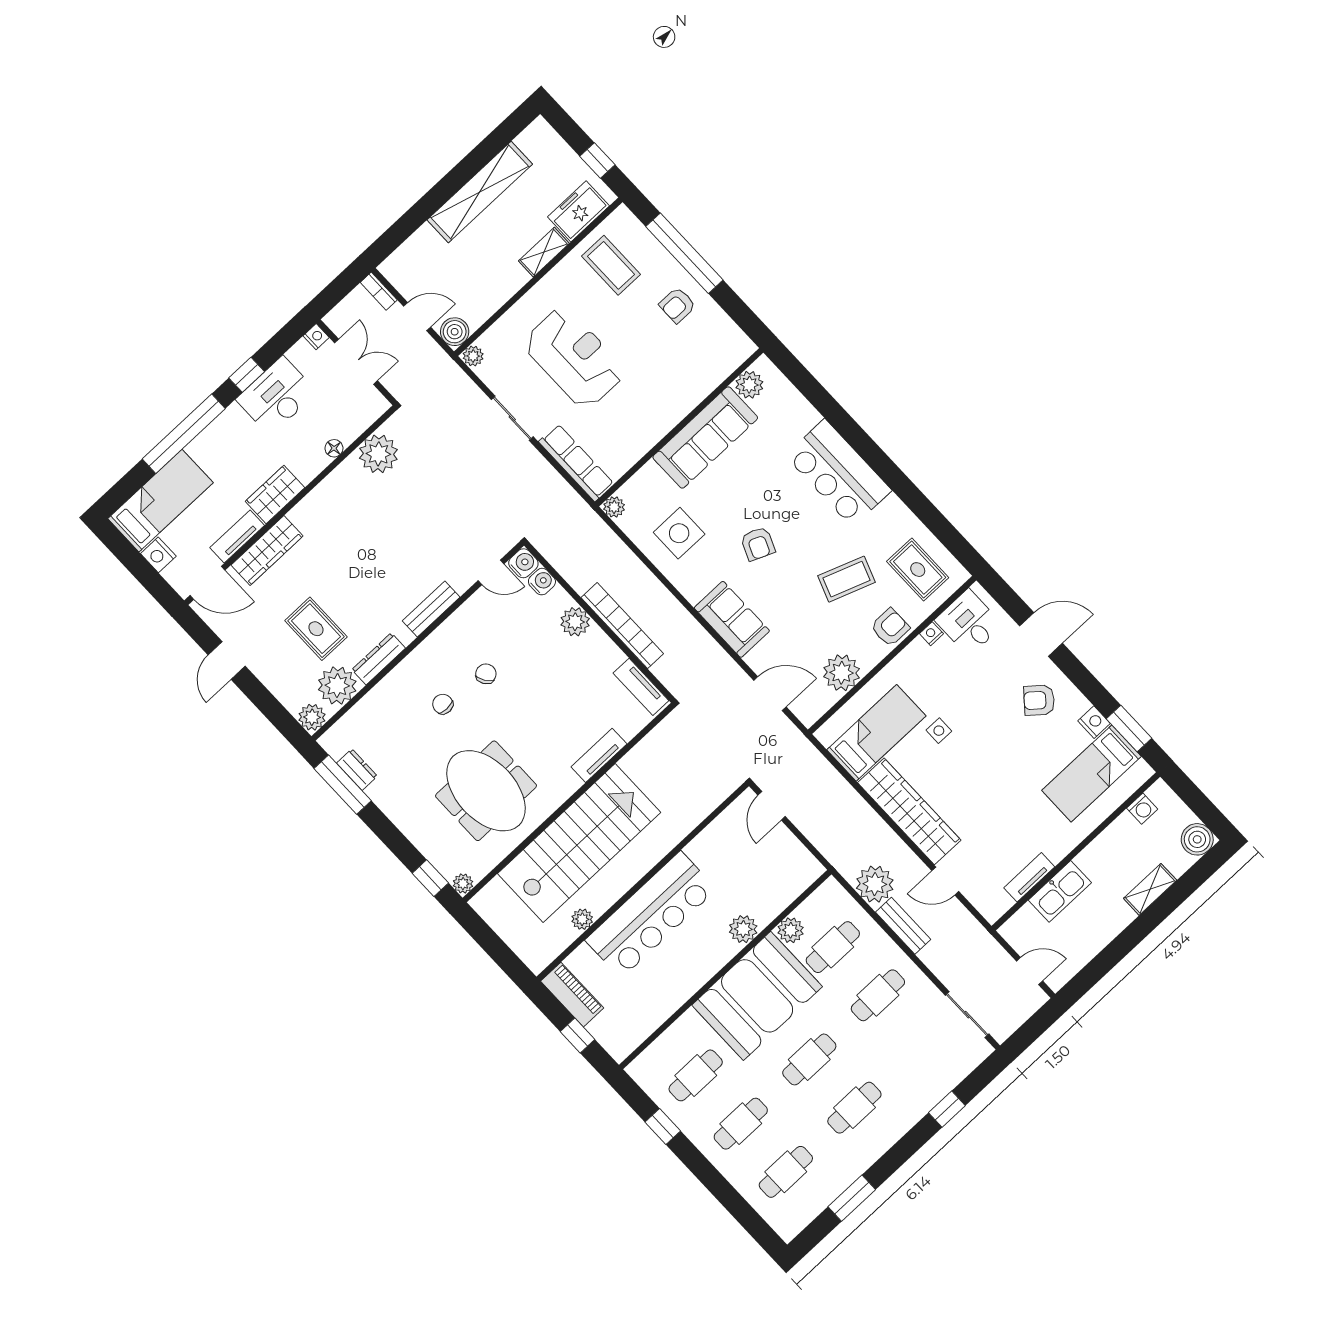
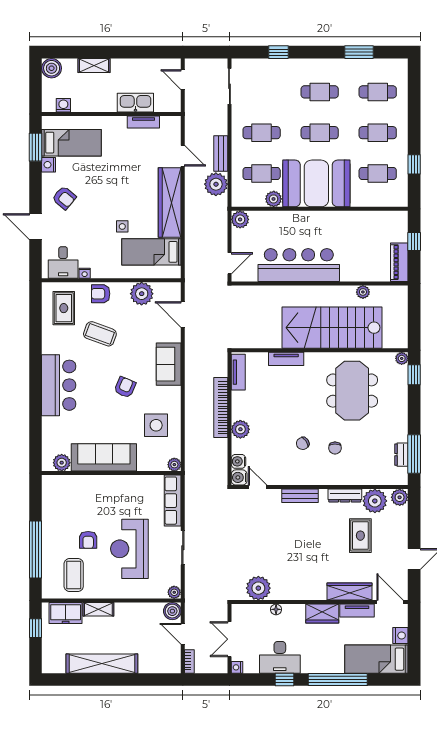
armchair: (677, 305) -> (88, 540), moved, turned 90
bar counter: (651, 915) -> (299, 265), moved
plant: (743, 929) -> (240, 219), moved

